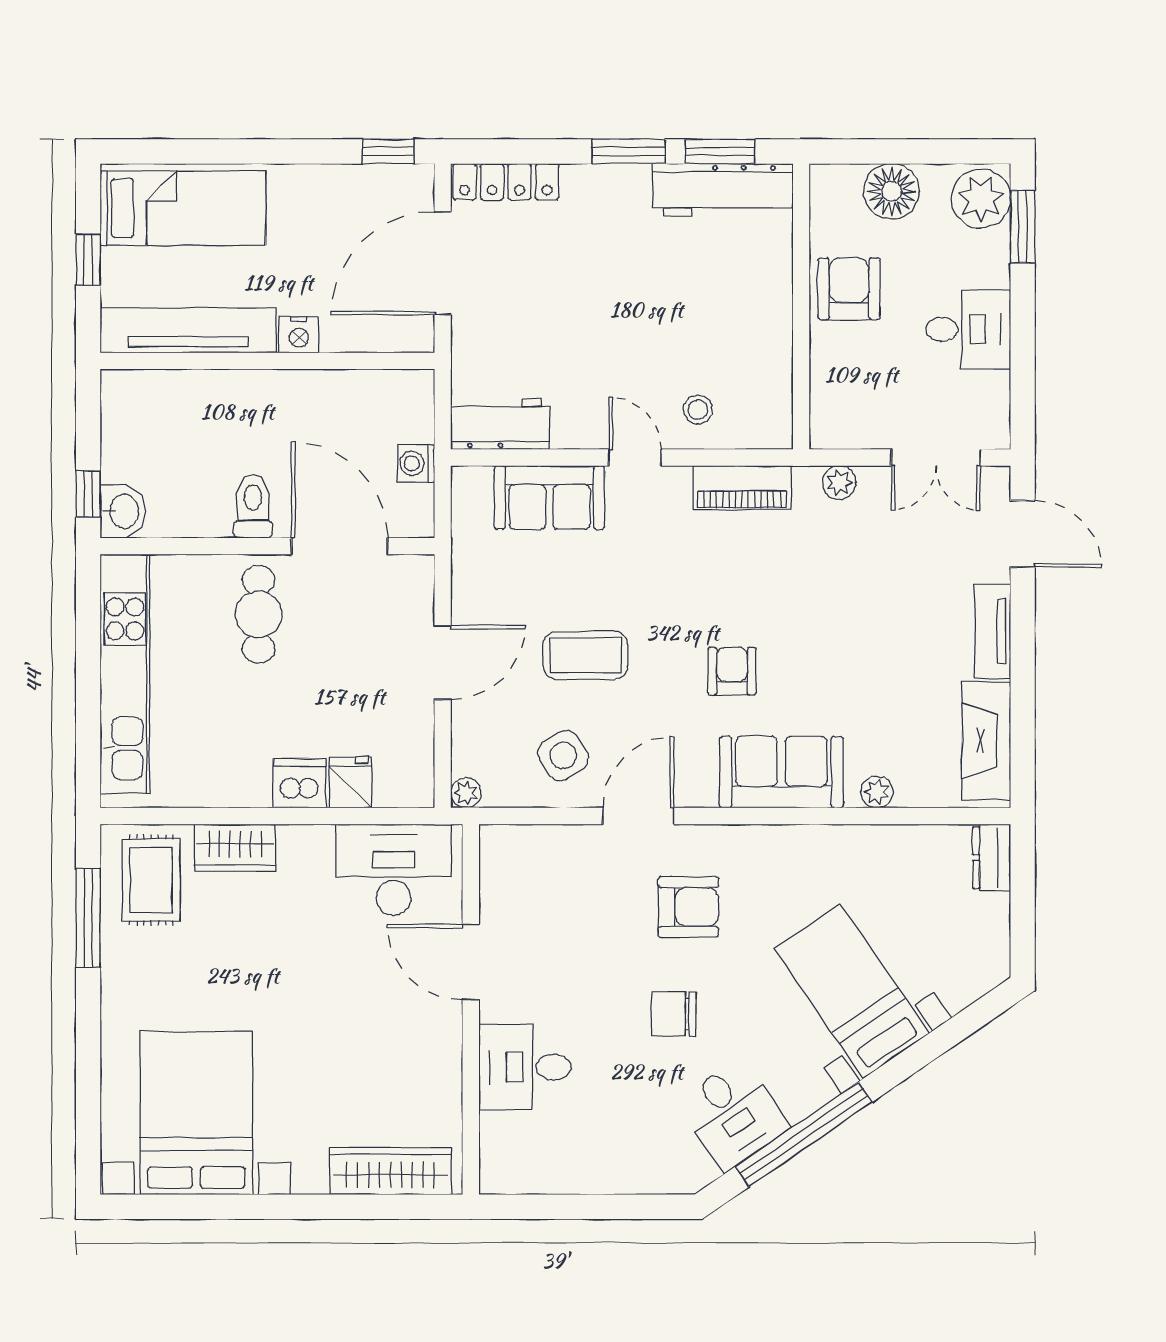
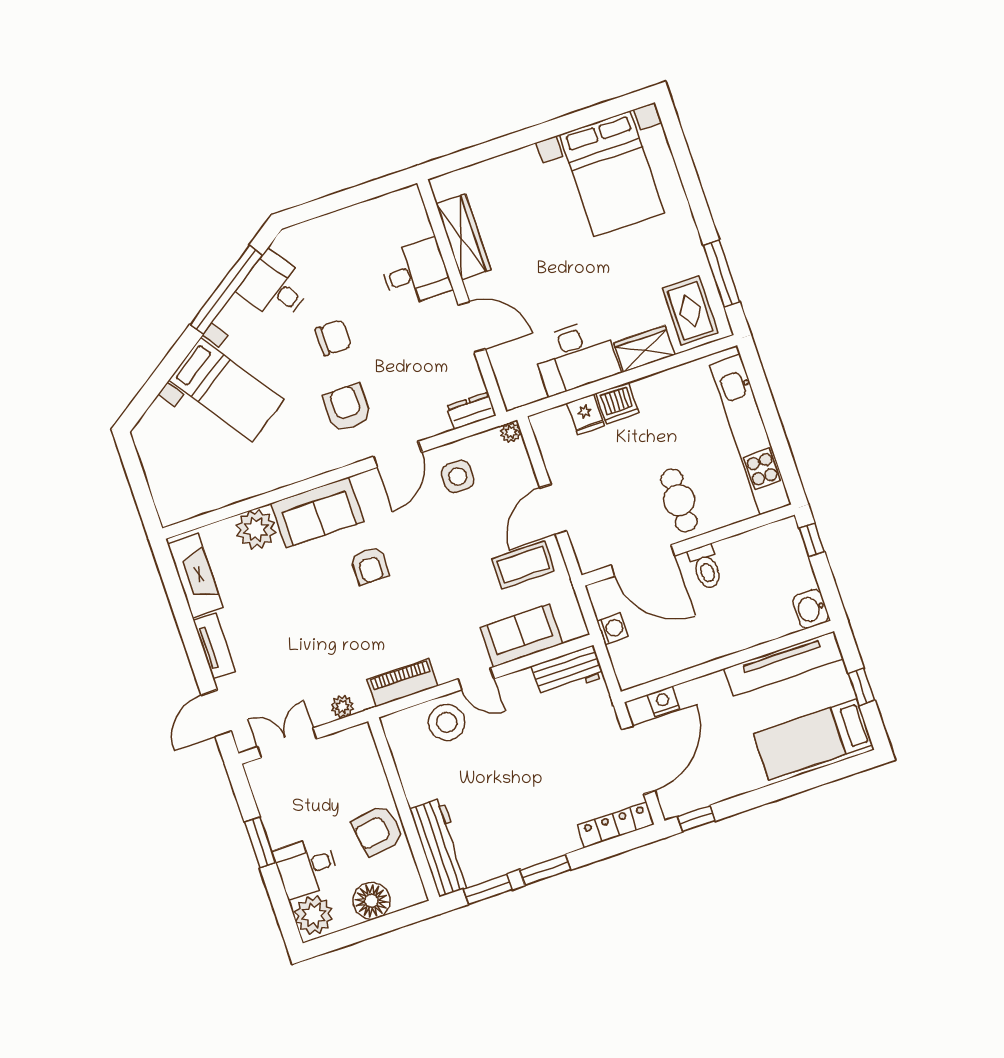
workbench: (723, 190) -> (441, 847), moved, turned 90
window: (1023, 227) -> (260, 842), moved
armchair: (849, 289) -> (377, 830), turned 81
desk: (968, 329) -> (306, 867), moved
nightstand: (299, 335) -> (663, 702), moved
stool: (698, 410) -> (447, 722), width x1.89, depth x1.89
washbasin: (123, 511) -> (811, 609), moved
door: (1023, 534) -> (216, 713), hinge flipped
coffee table: (586, 655) -> (523, 565), moved
side table: (563, 756) -> (458, 476), turned 32
plant: (877, 792) -> (256, 529), width x1.87, depth x1.87
dresser: (992, 858) -> (471, 411), moved, turned -90
desk: (394, 870) -> (575, 357), moved
armchair: (688, 907) -> (347, 408), turned 90
wardrobe: (390, 1171) -> (463, 237), moved, turned -90

